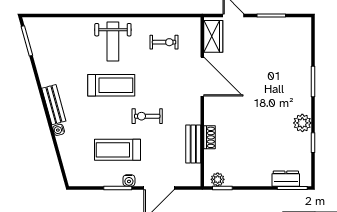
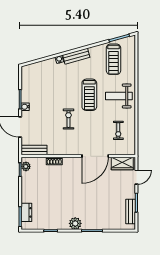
bench: (284, 24) -> (131, 211), added
plant: (302, 123) -> (75, 223), moved
bench: (193, 144) -> (34, 150), moved
treadmill: (117, 150) -> (113, 59), moved, turned 180

